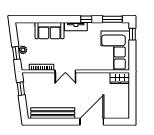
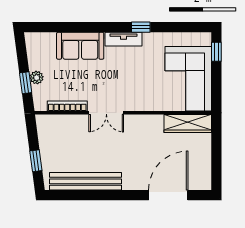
window: (112, 19) -> (183, 27), removed
wardrobe: (120, 78) -> (188, 124), width x1.50
window: (21, 89) -> (36, 161), moved
door: (92, 122) -> (168, 195), moved

